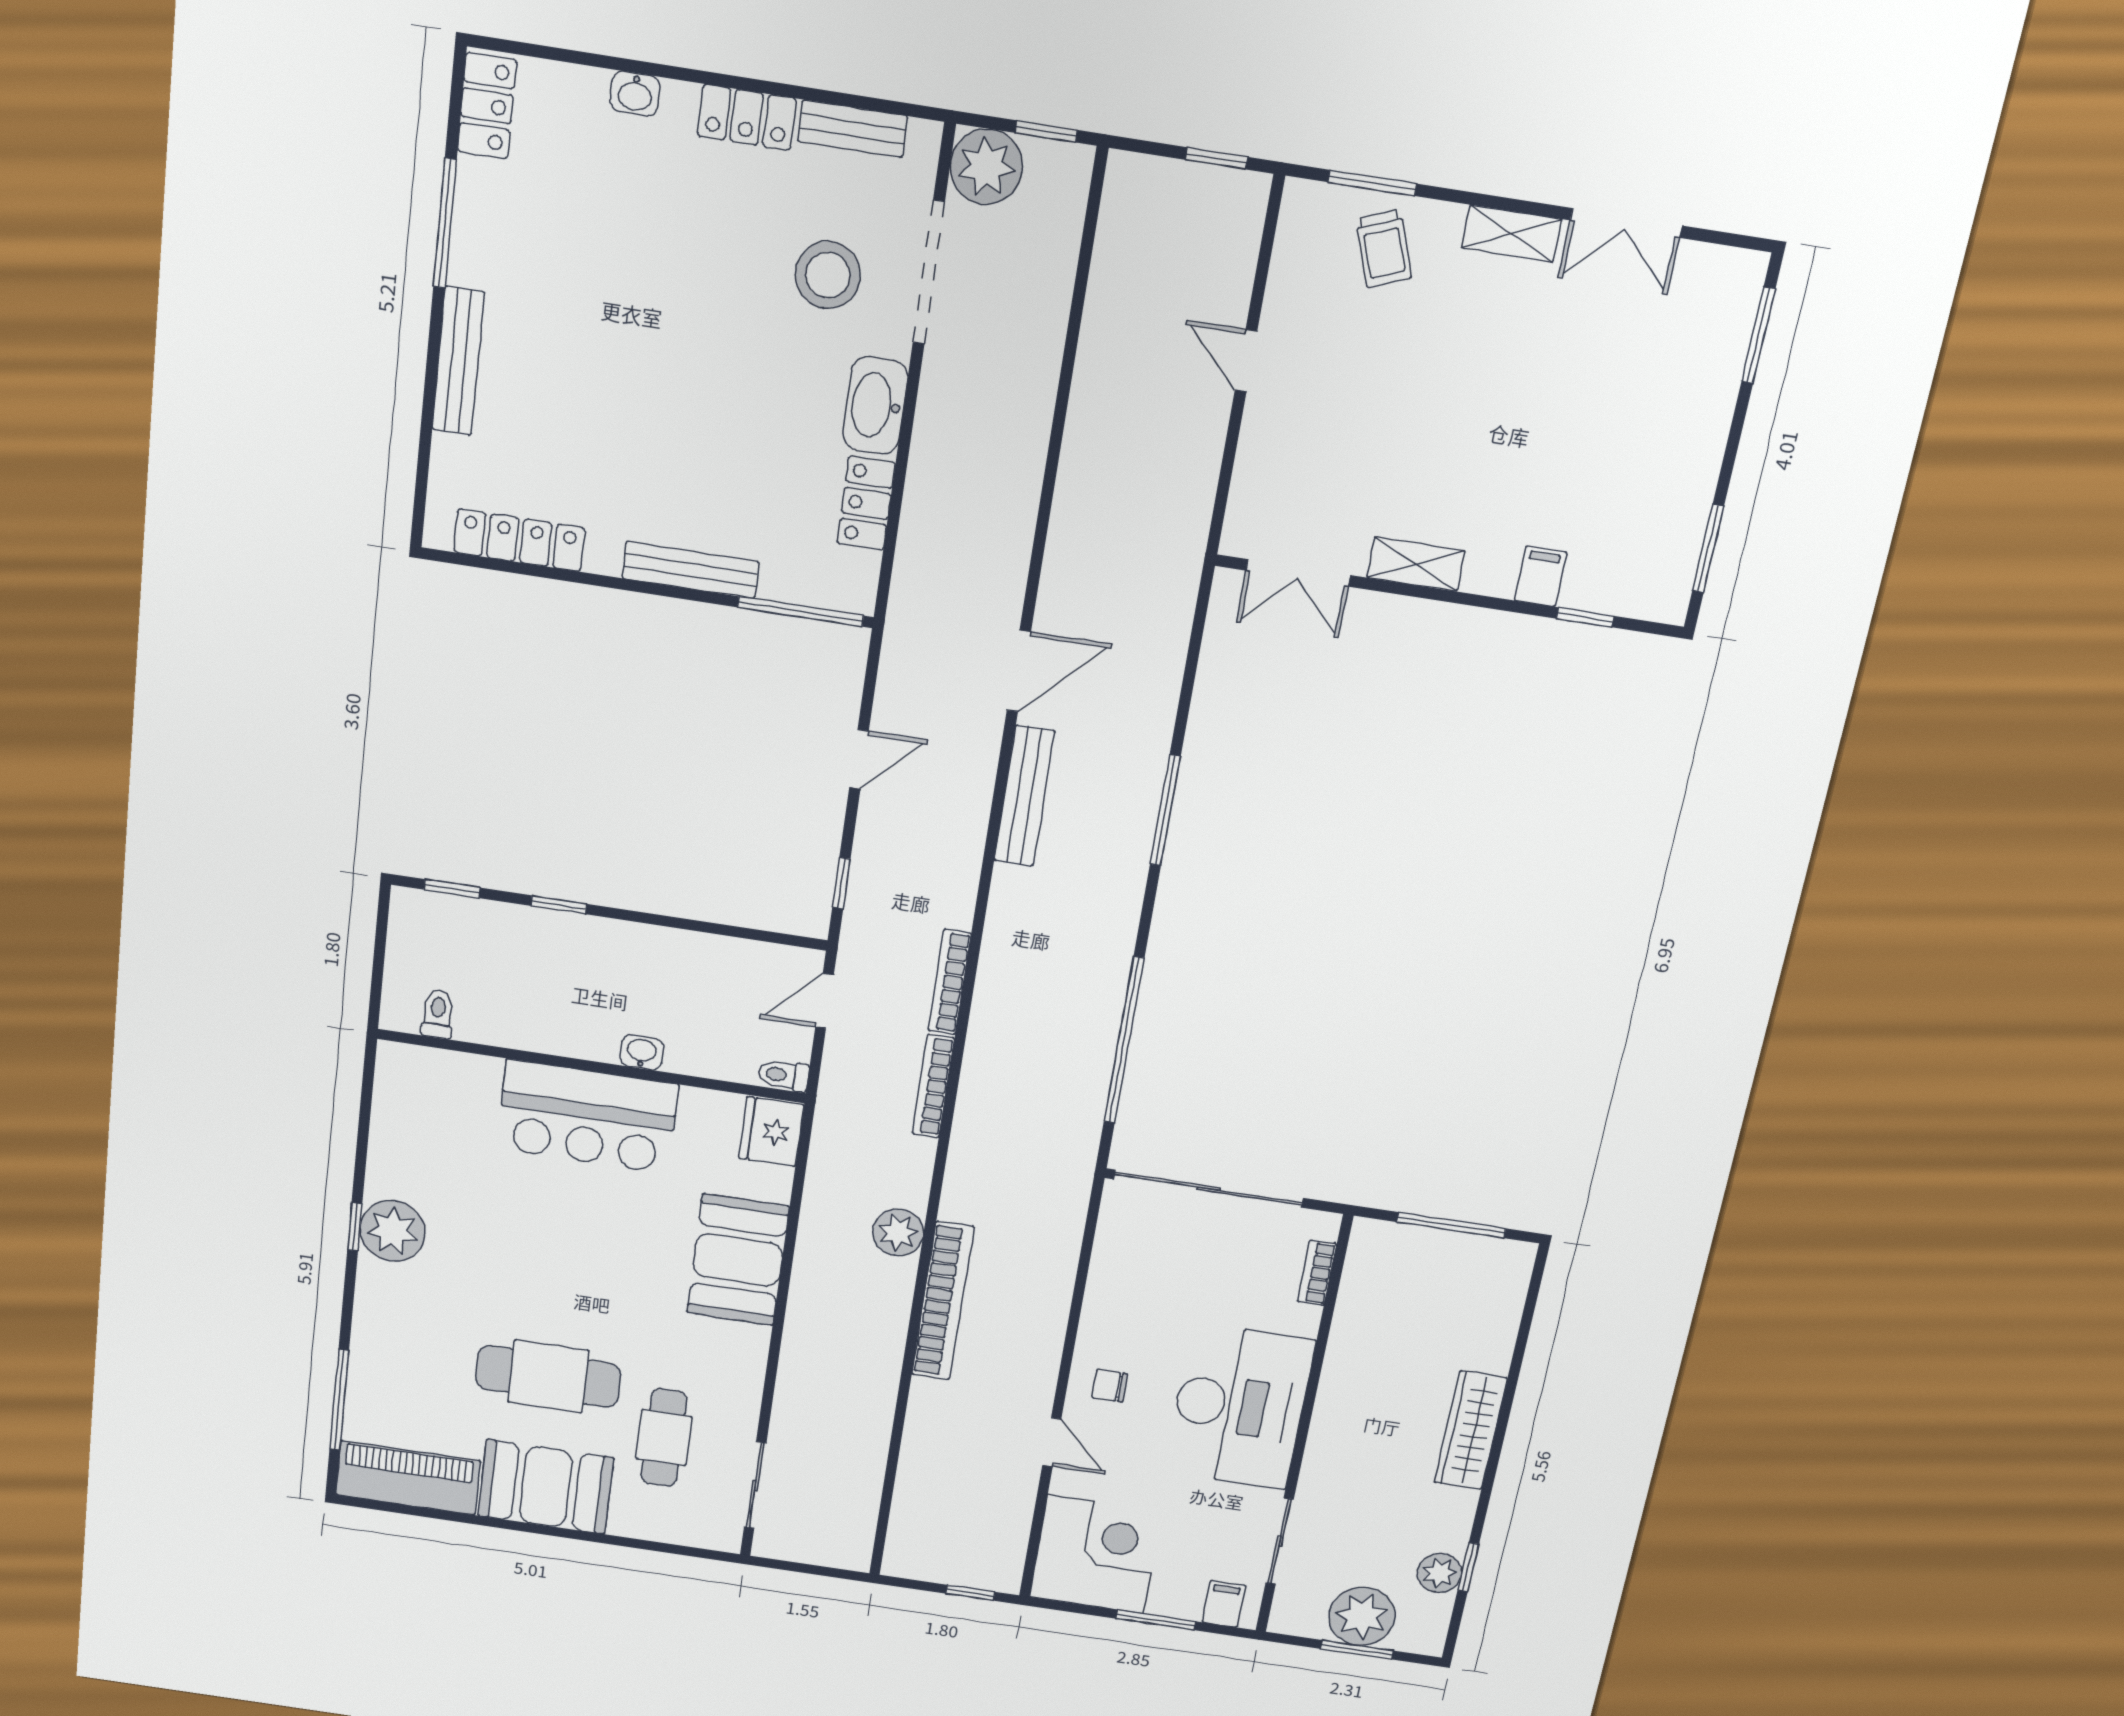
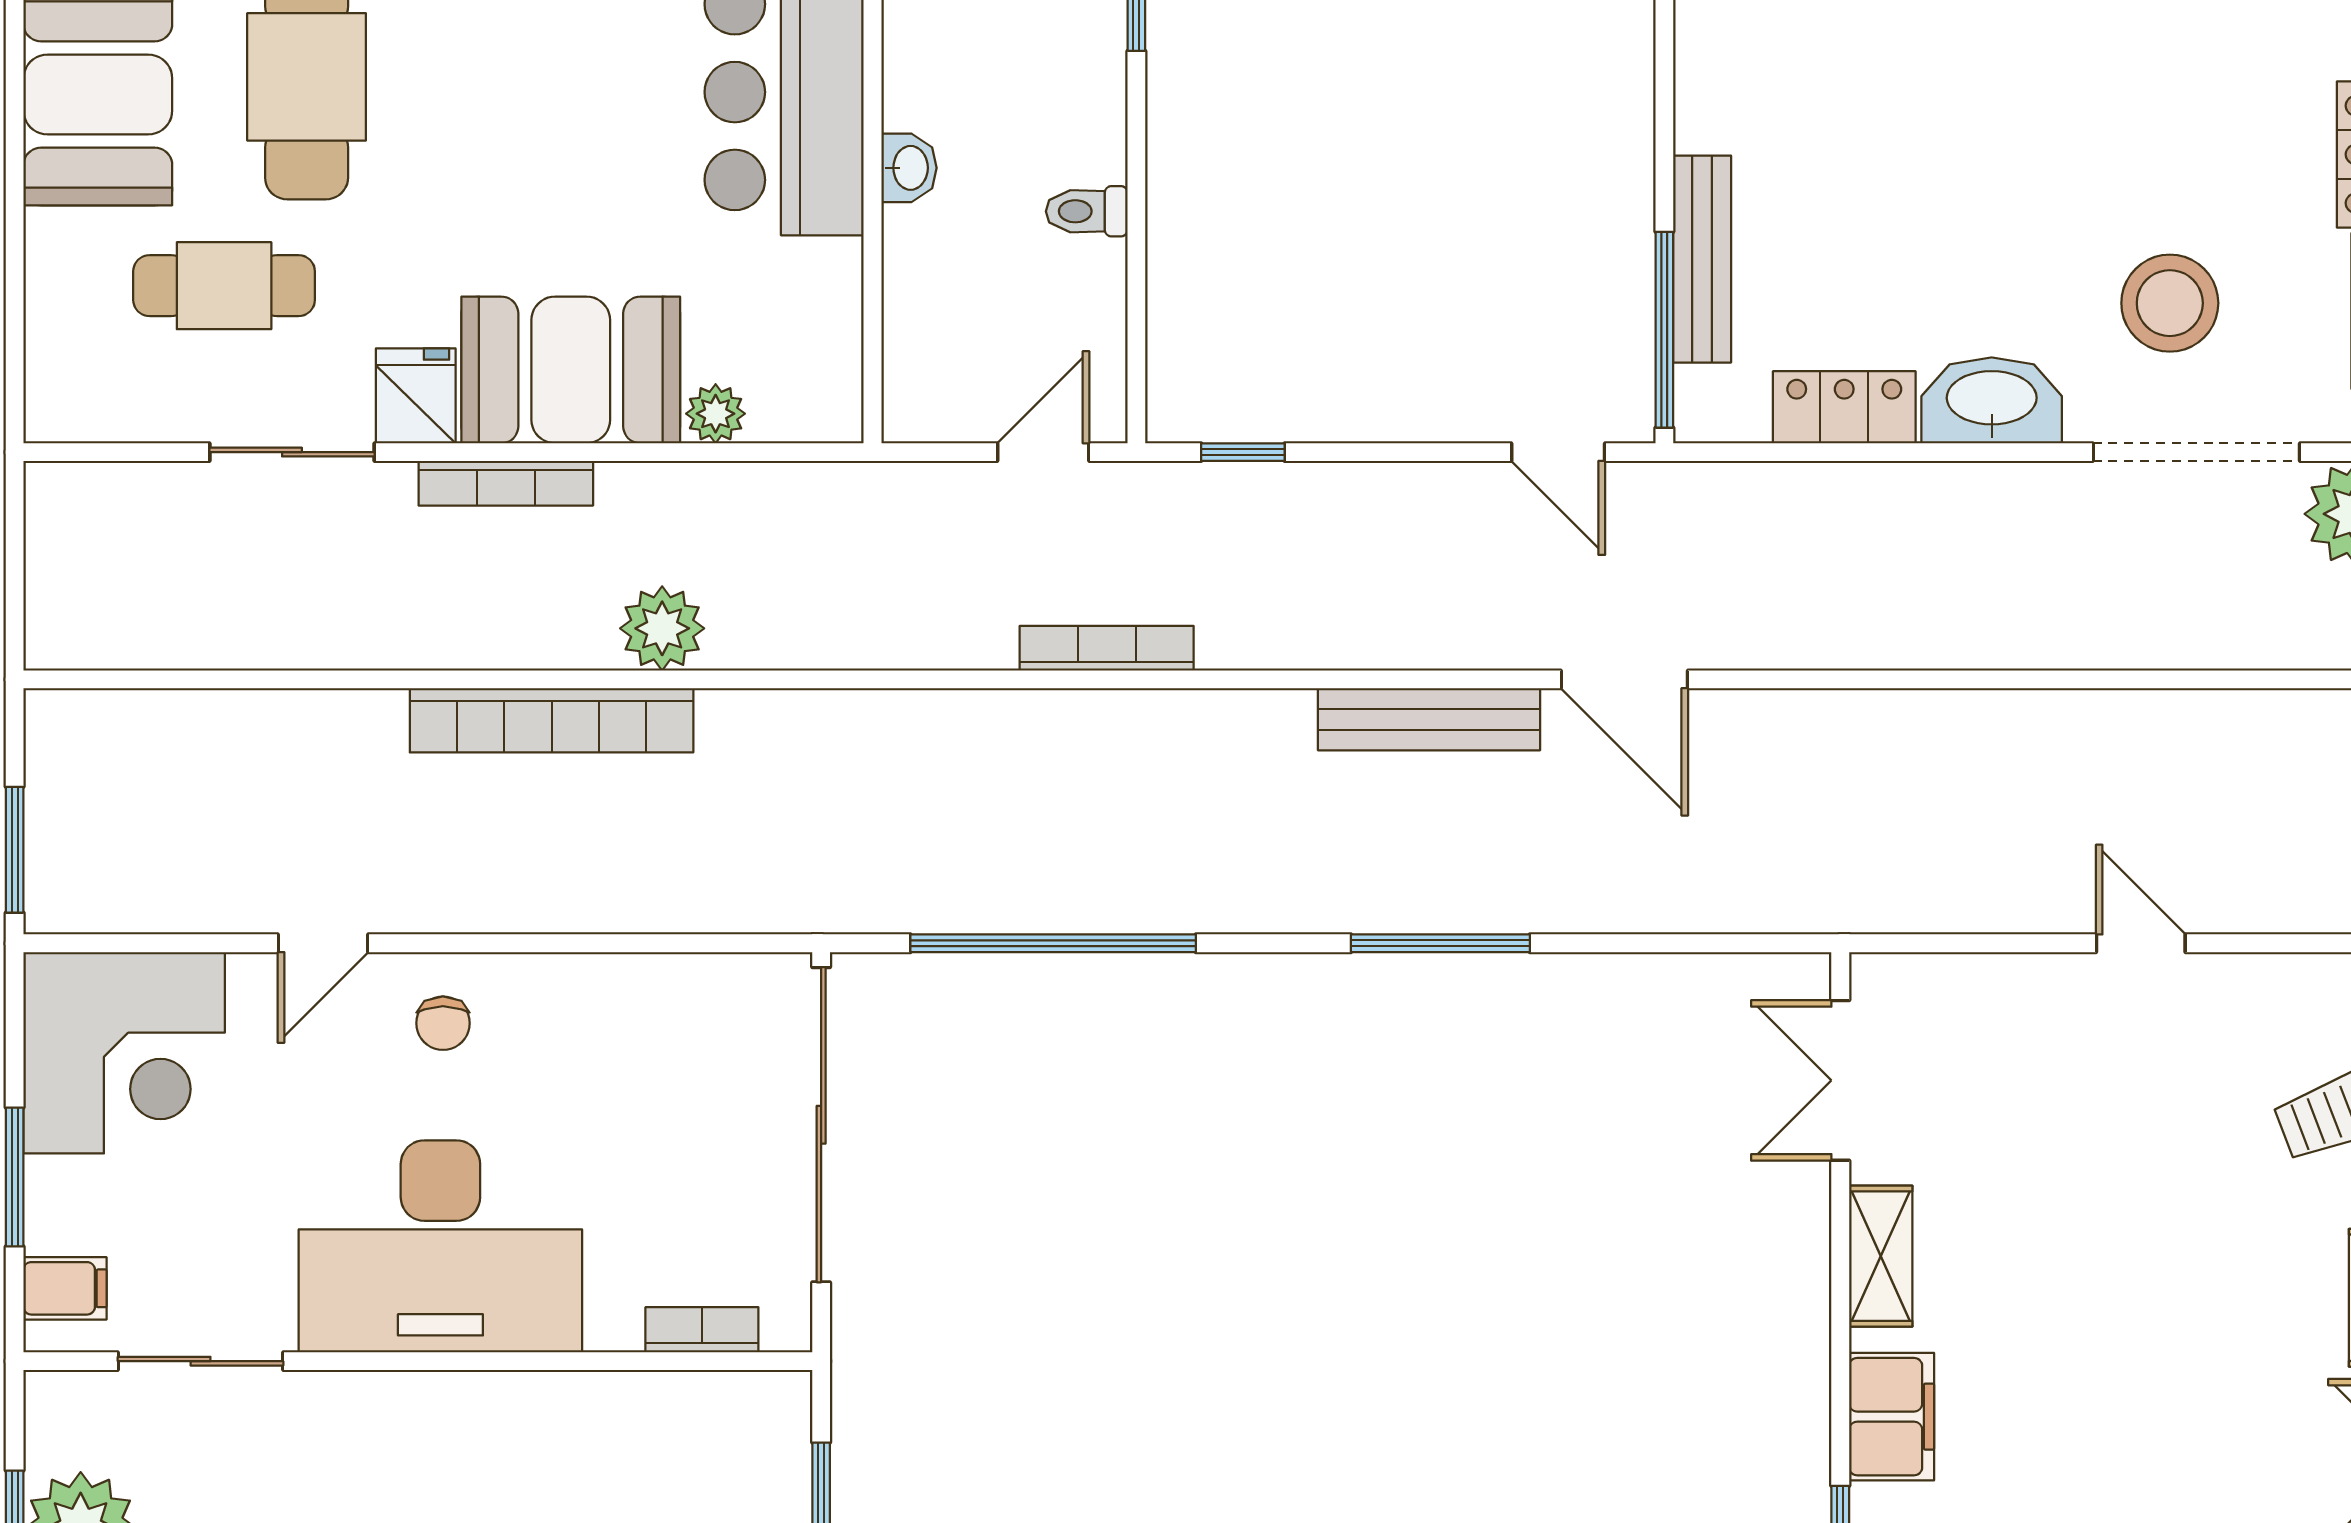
door: (1246, 361) -> (2141, 943), hinge flipped
bench: (691, 570) -> (1702, 259), moved
filing cabinet: (1541, 576) -> (1892, 1417), width x2.00
door: (859, 759) -> (1558, 452), moved
door: (824, 1001) -> (1043, 452), hinge flipped
toilet: (783, 1075) -> (1087, 211), moved, turned -90
bookcase: (933, 1086) -> (506, 483), moved, turned 180
fridge: (771, 1132) -> (416, 396), moved, width x0.72
plant: (775, 1184) -> (716, 414), added
chair: (1110, 1386) -> (443, 1023), turned 180
sliding door: (755, 1485) -> (292, 452), moved
window: (970, 1593) -> (15, 850), width x1.50

